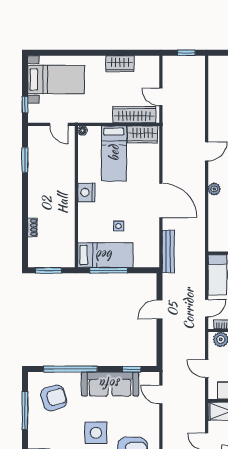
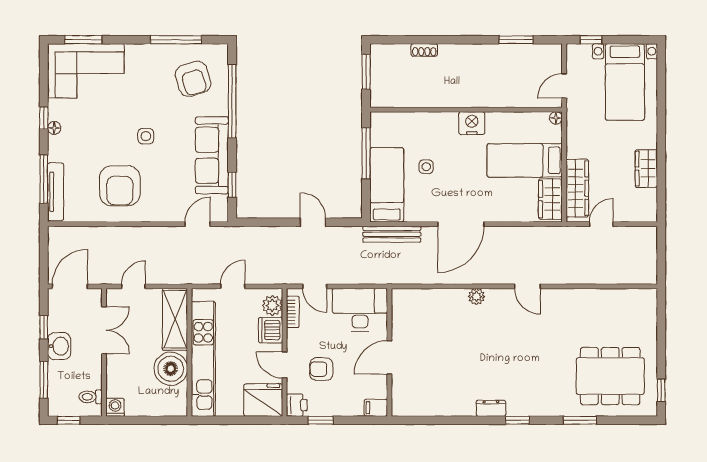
window: (186, 53) -> (661, 259), removed
bed: (105, 255) -> (387, 185), moved, turned 180
side table: (96, 433) -> (146, 136), width x0.54, depth x0.54

